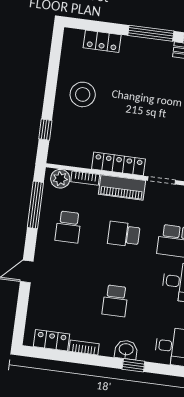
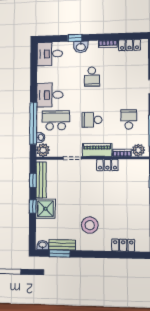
window: (151, 33) -> (92, 254), removed
stool: (83, 94) -> (90, 225), moved
locker: (118, 164) -> (107, 165), width x0.66
school desk: (124, 234) -> (92, 120), turned 180
school desk: (115, 301) -> (92, 77), turned 180

